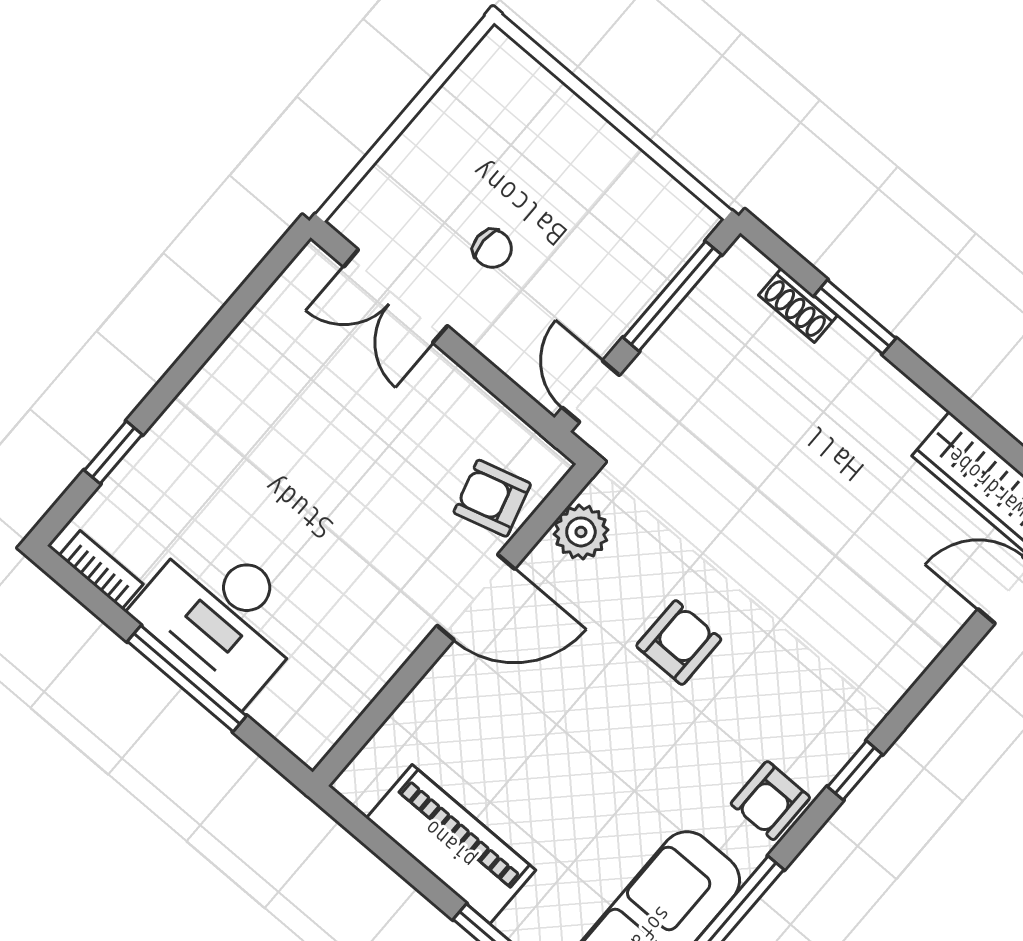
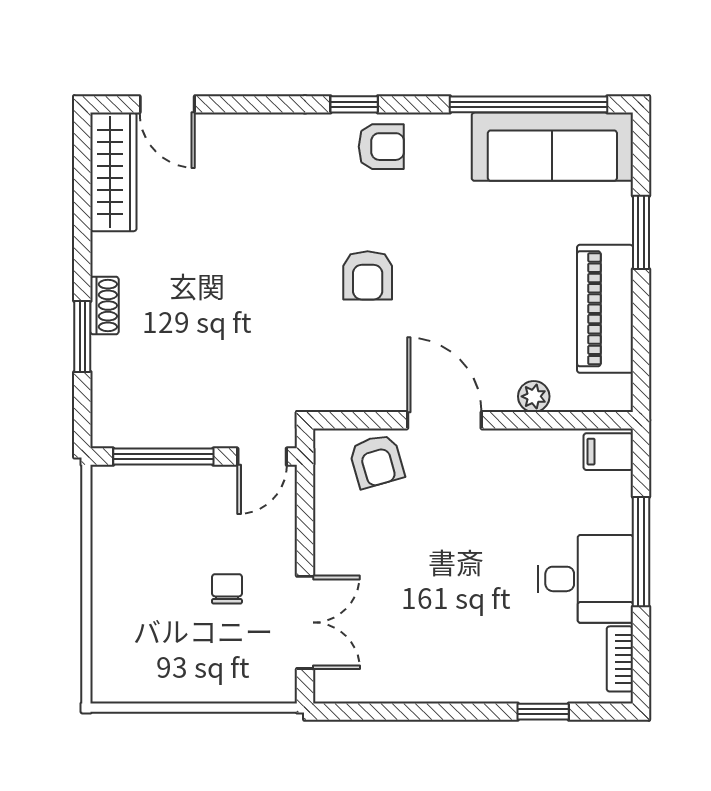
shoe rack: (798, 305) -> (104, 306), moved
plant: (581, 532) -> (534, 396), moved, width x0.73, depth x0.73
desk: (222, 616) -> (585, 579), width x0.73
armchair: (679, 643) -> (368, 275), turned -90
filing cabinet: (310, 730) -> (608, 452), added
armchair: (770, 801) -> (381, 147), moved

